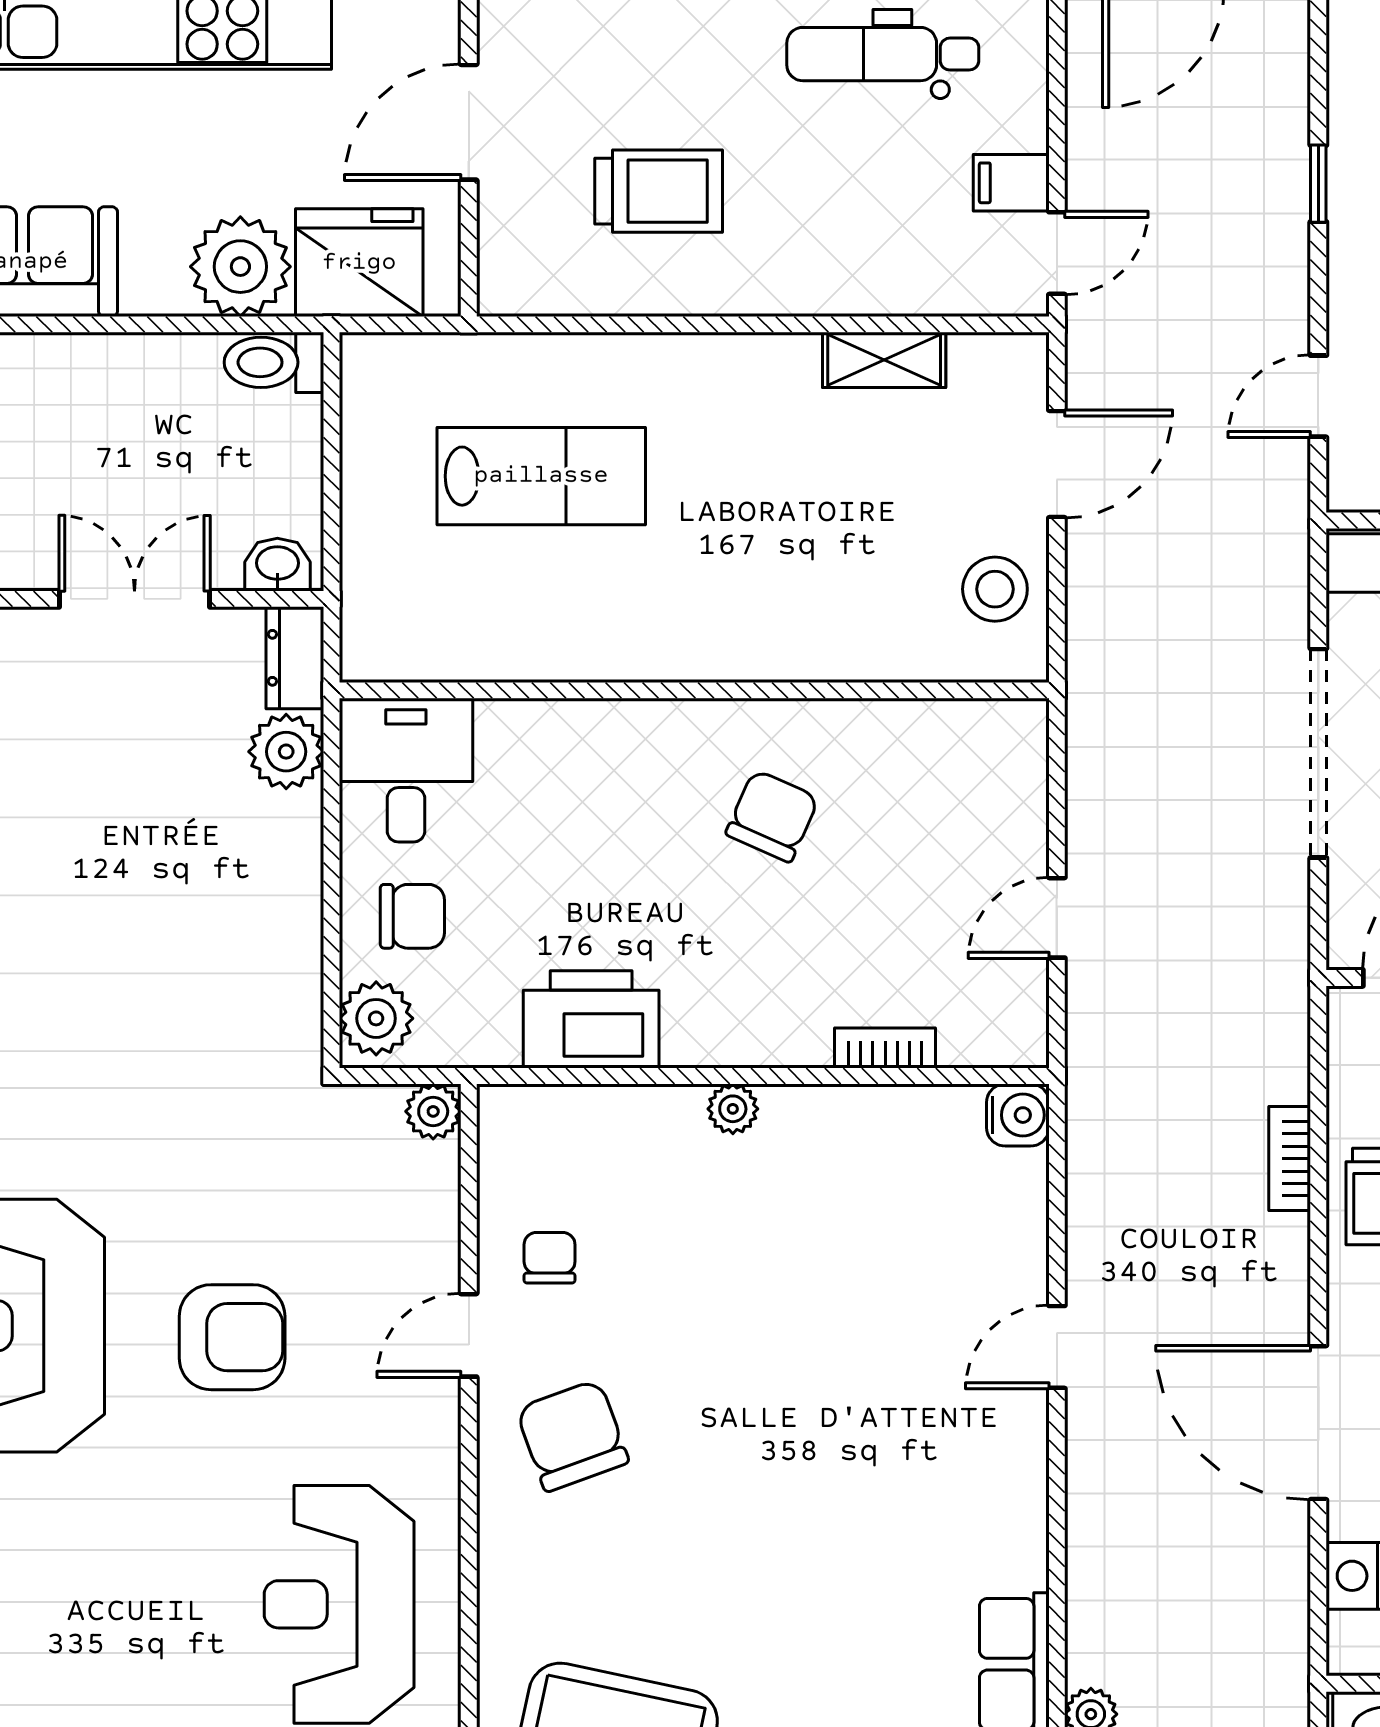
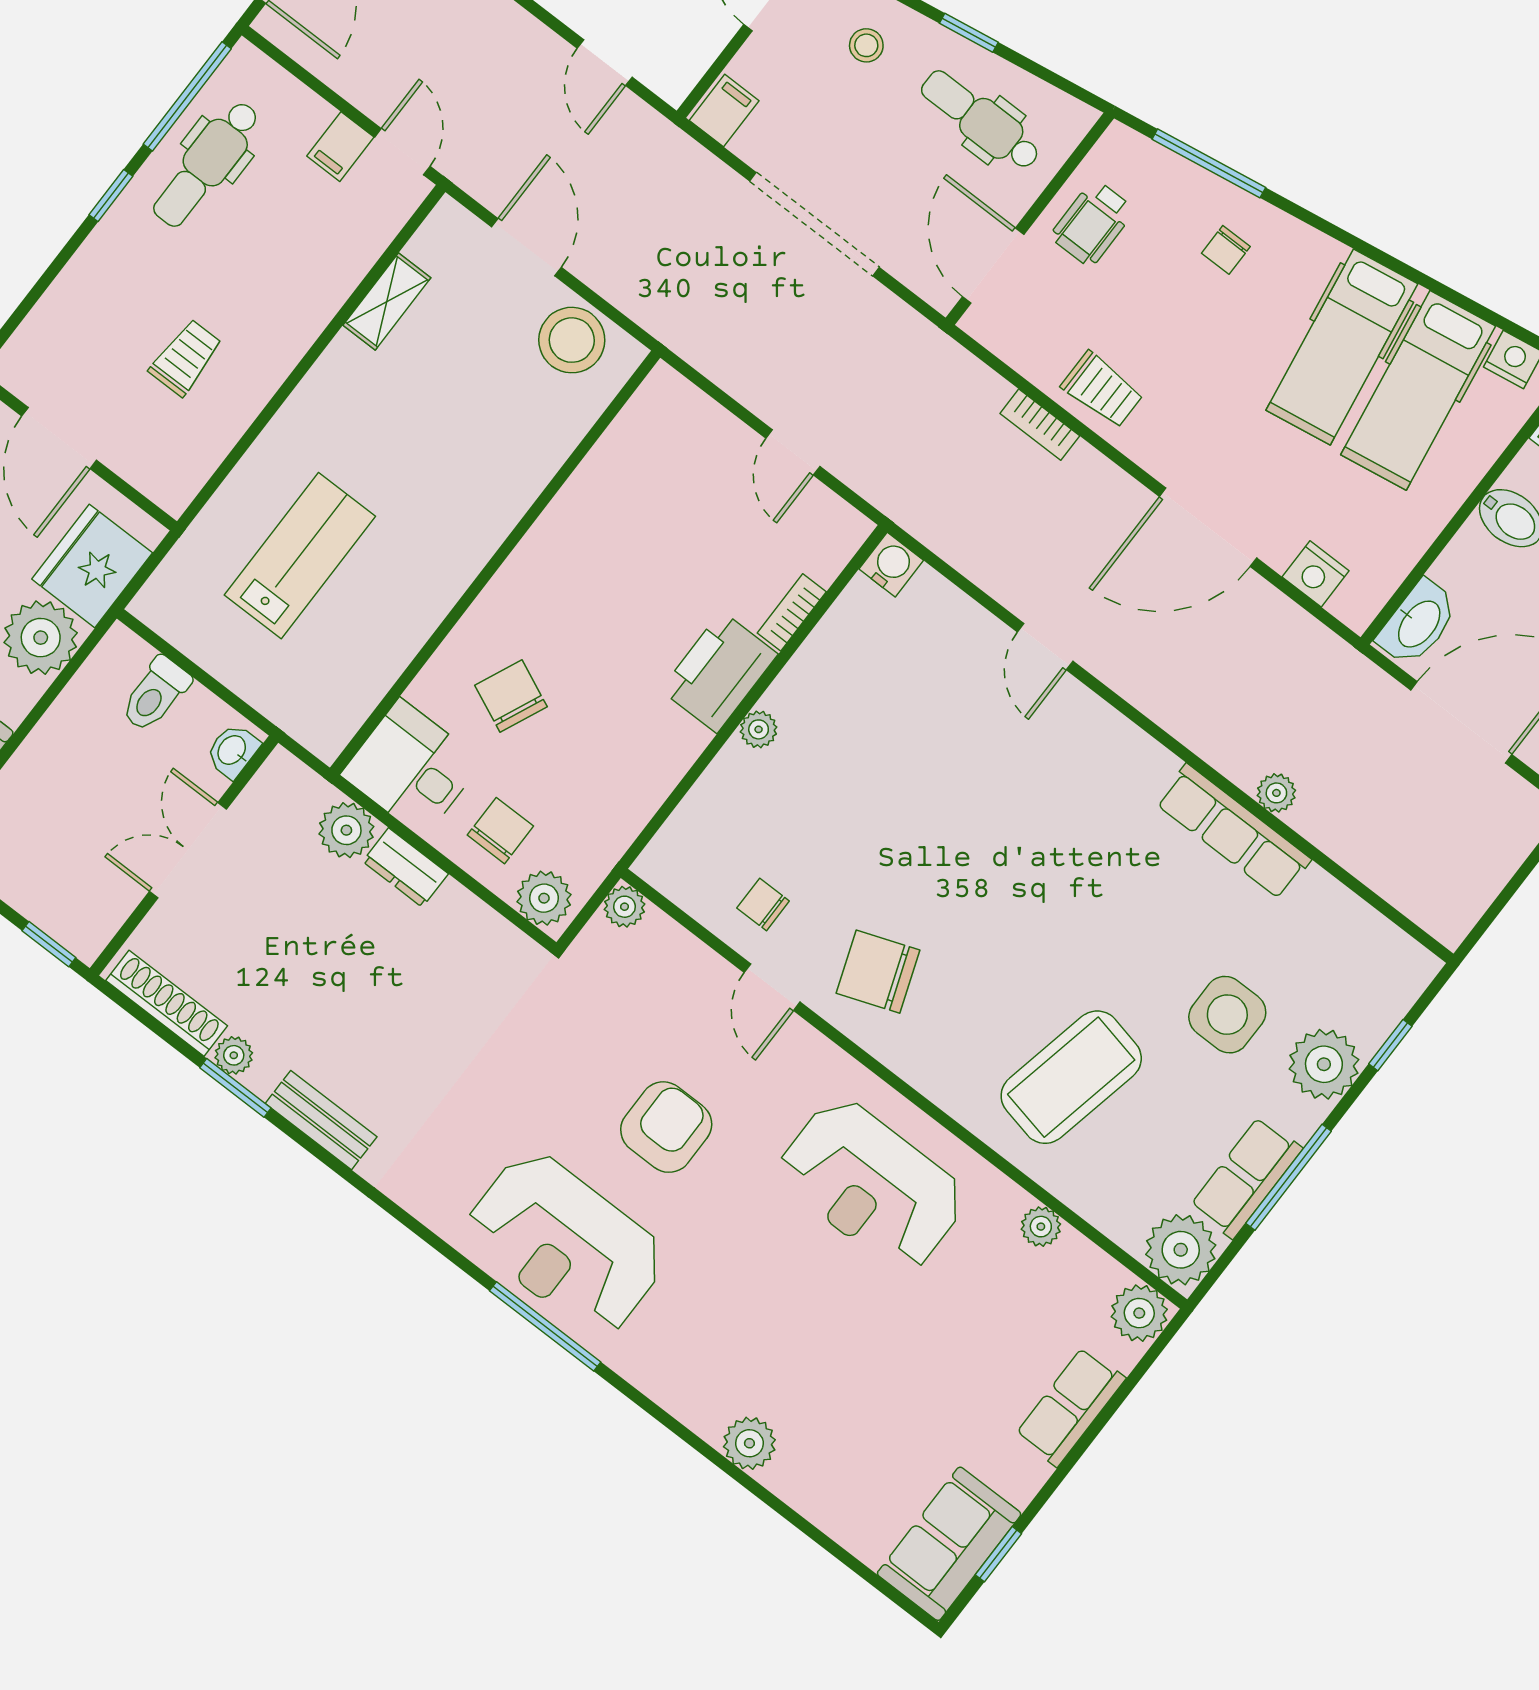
trolley: (659, 191) -> (186, 358), width x0.73, depth x0.72
toilet: (274, 362) -> (155, 694), moved
stool: (995, 589) -> (572, 340), width x1.38, depth x1.38
dresser: (295, 658) -> (405, 868), moved
chair: (772, 816) -> (511, 696), moved
printer: (591, 1019) -> (719, 672), moved

